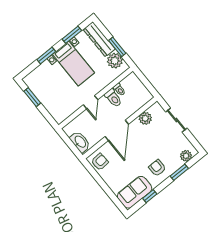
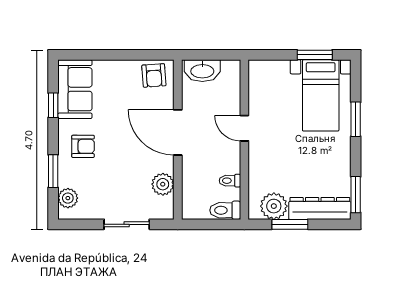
window: (72, 35) -> (356, 195), moved
bed with nightstands: (73, 64) -> (321, 95), moved, turned -90
toilet: (113, 98) -> (225, 210), moved

